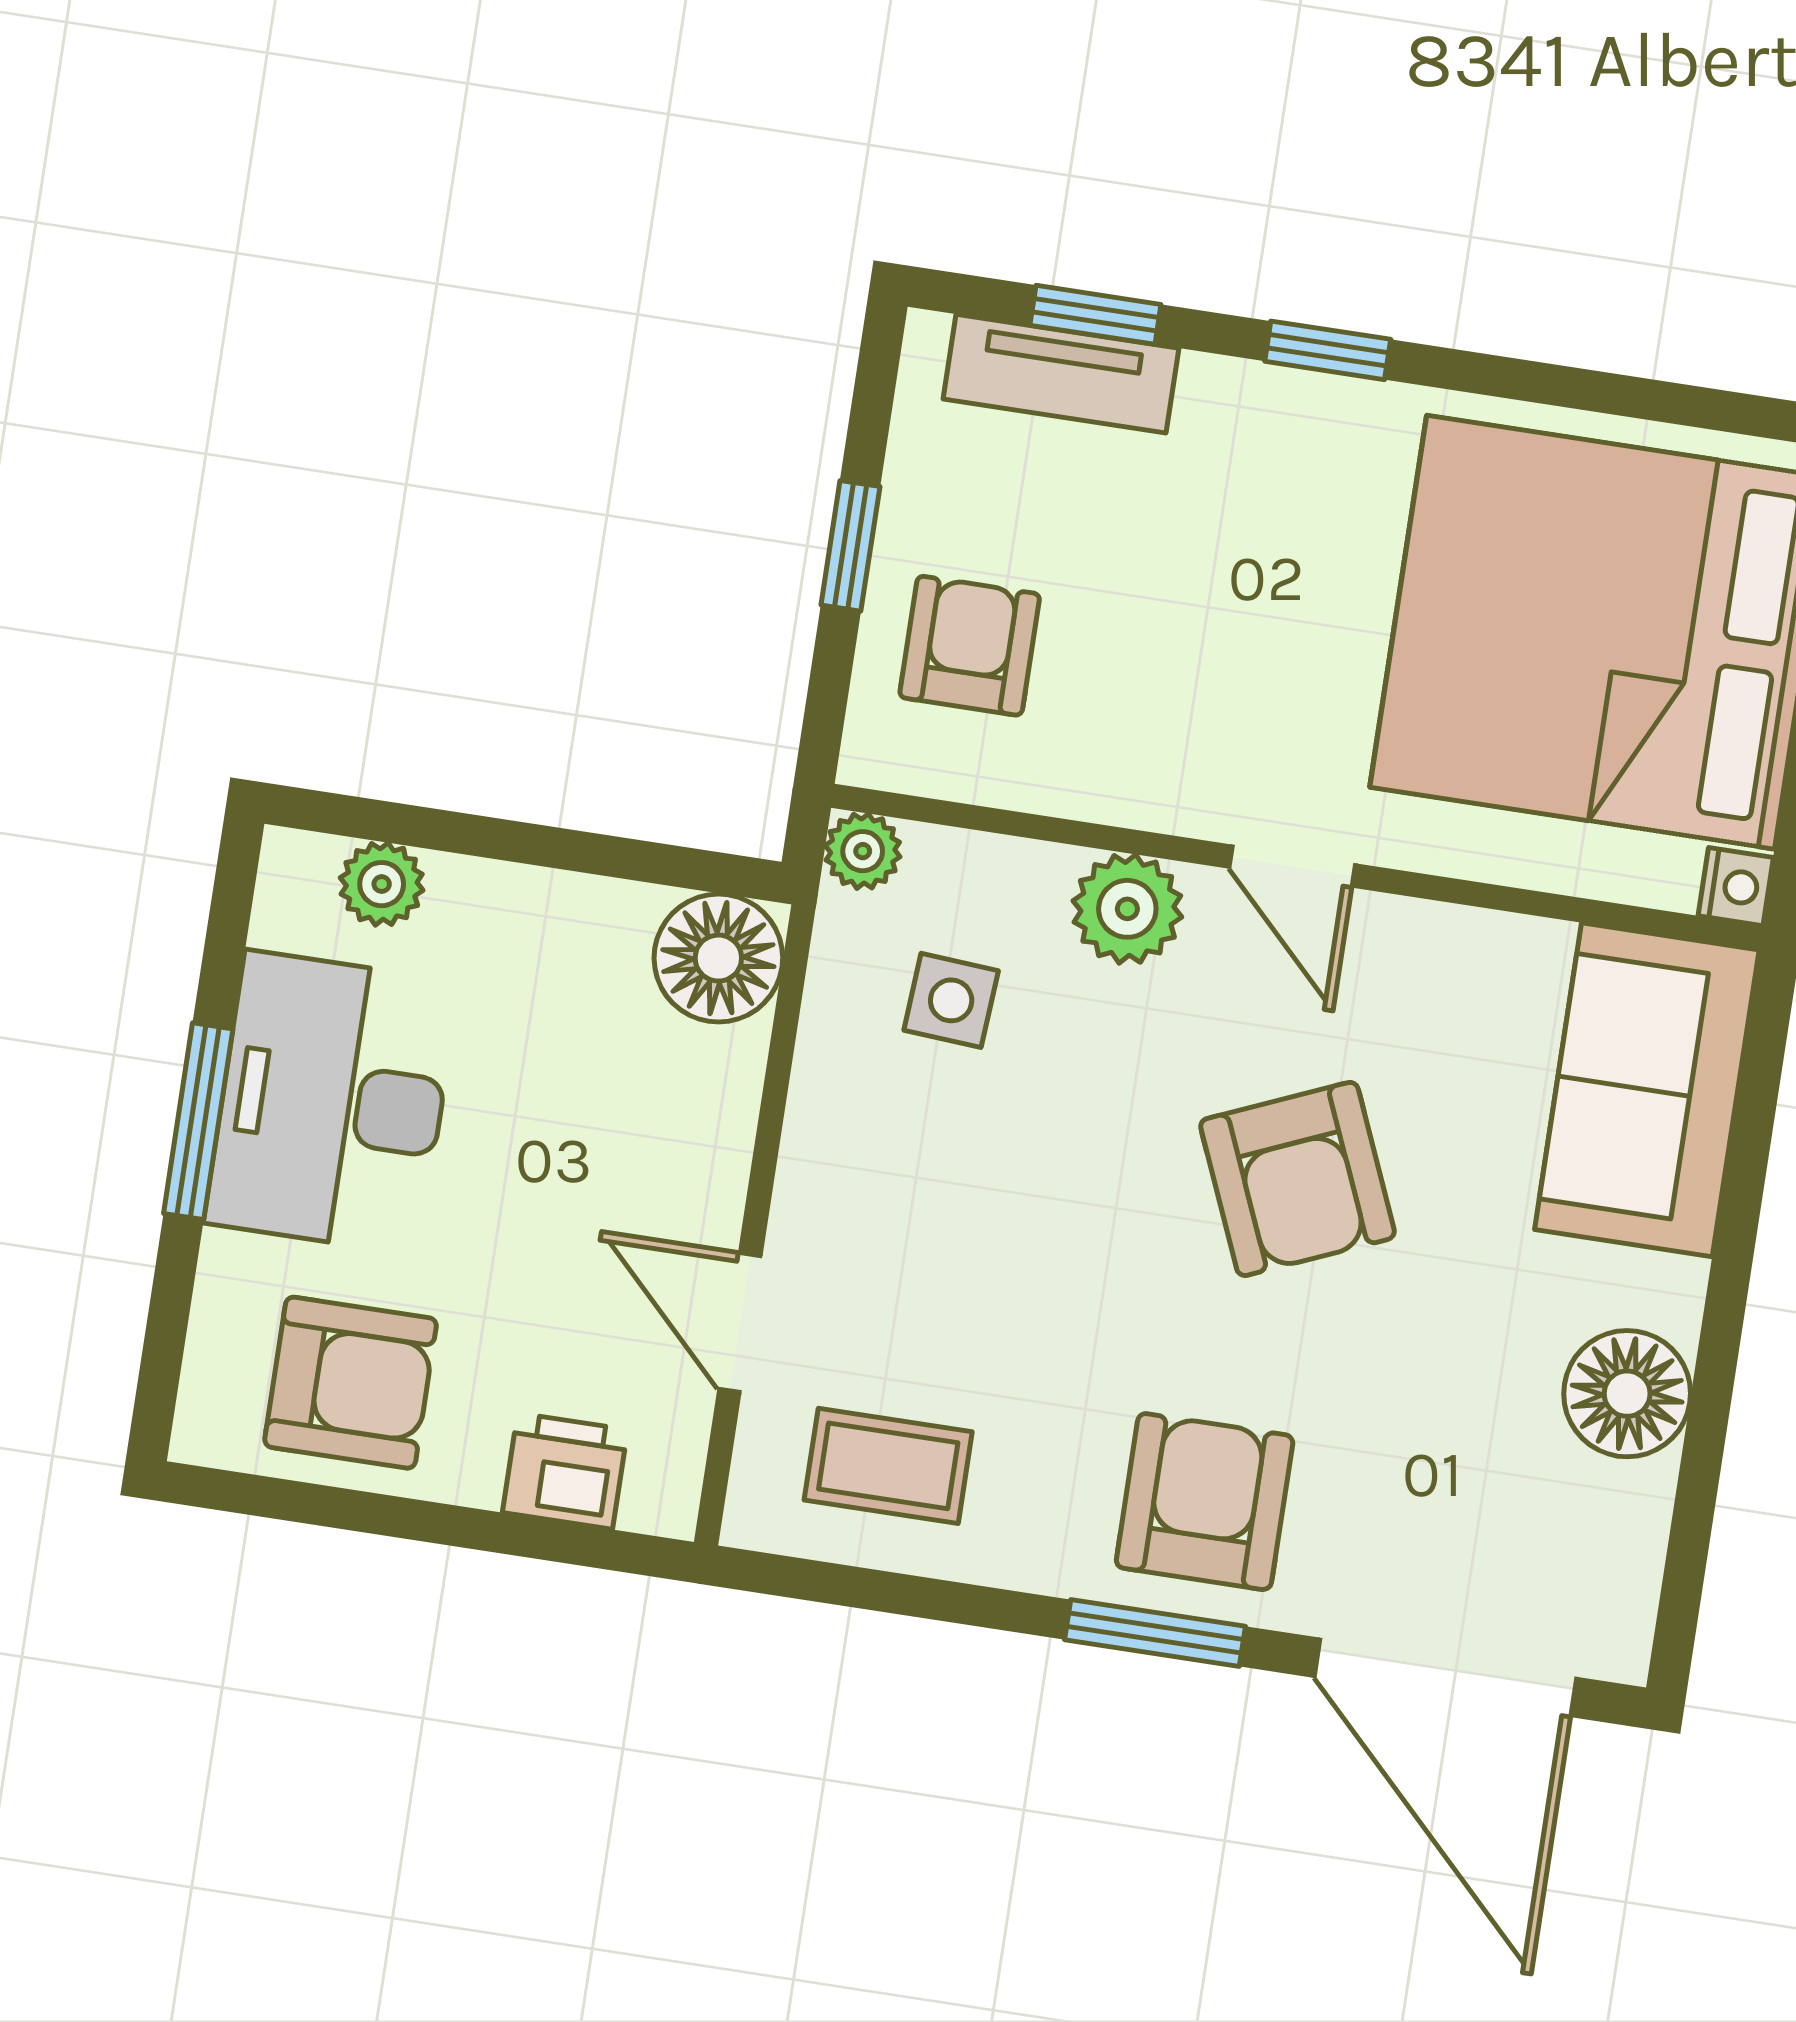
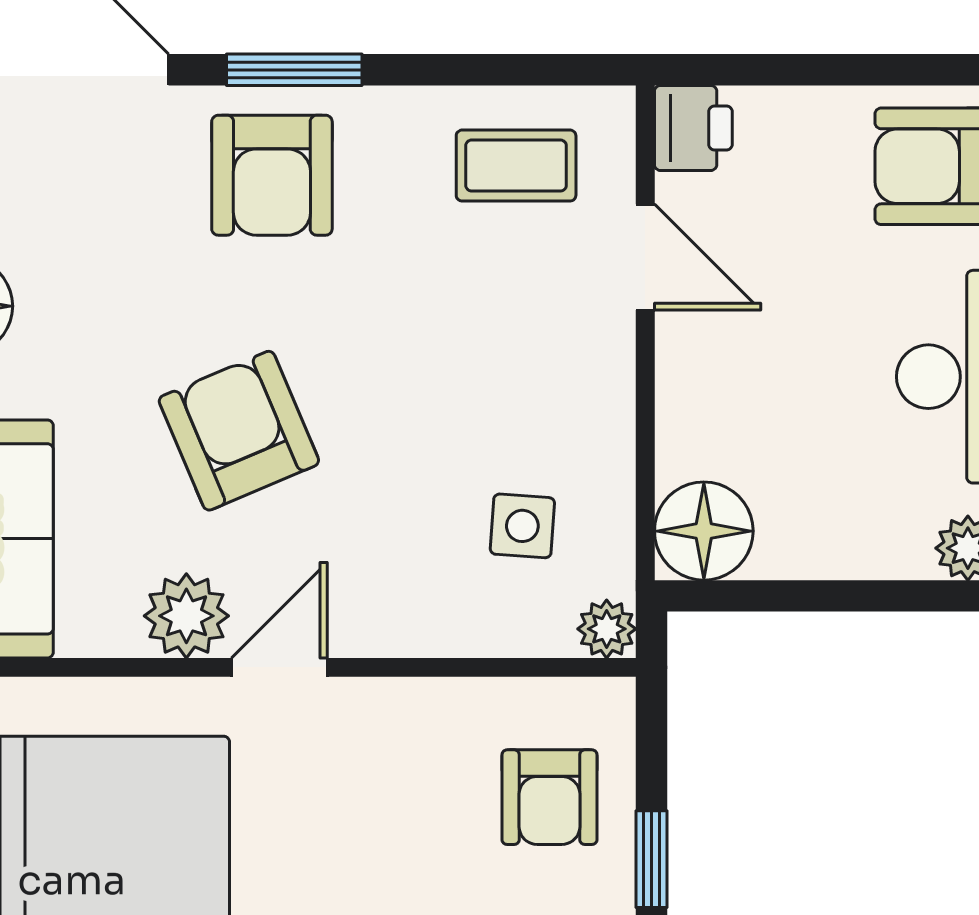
door: (1292, 866) -> (279, 667), hinge flipped
plant: (1127, 909) -> (186, 616), moved
printer: (565, 1471) -> (693, 128), moved, turned -90

